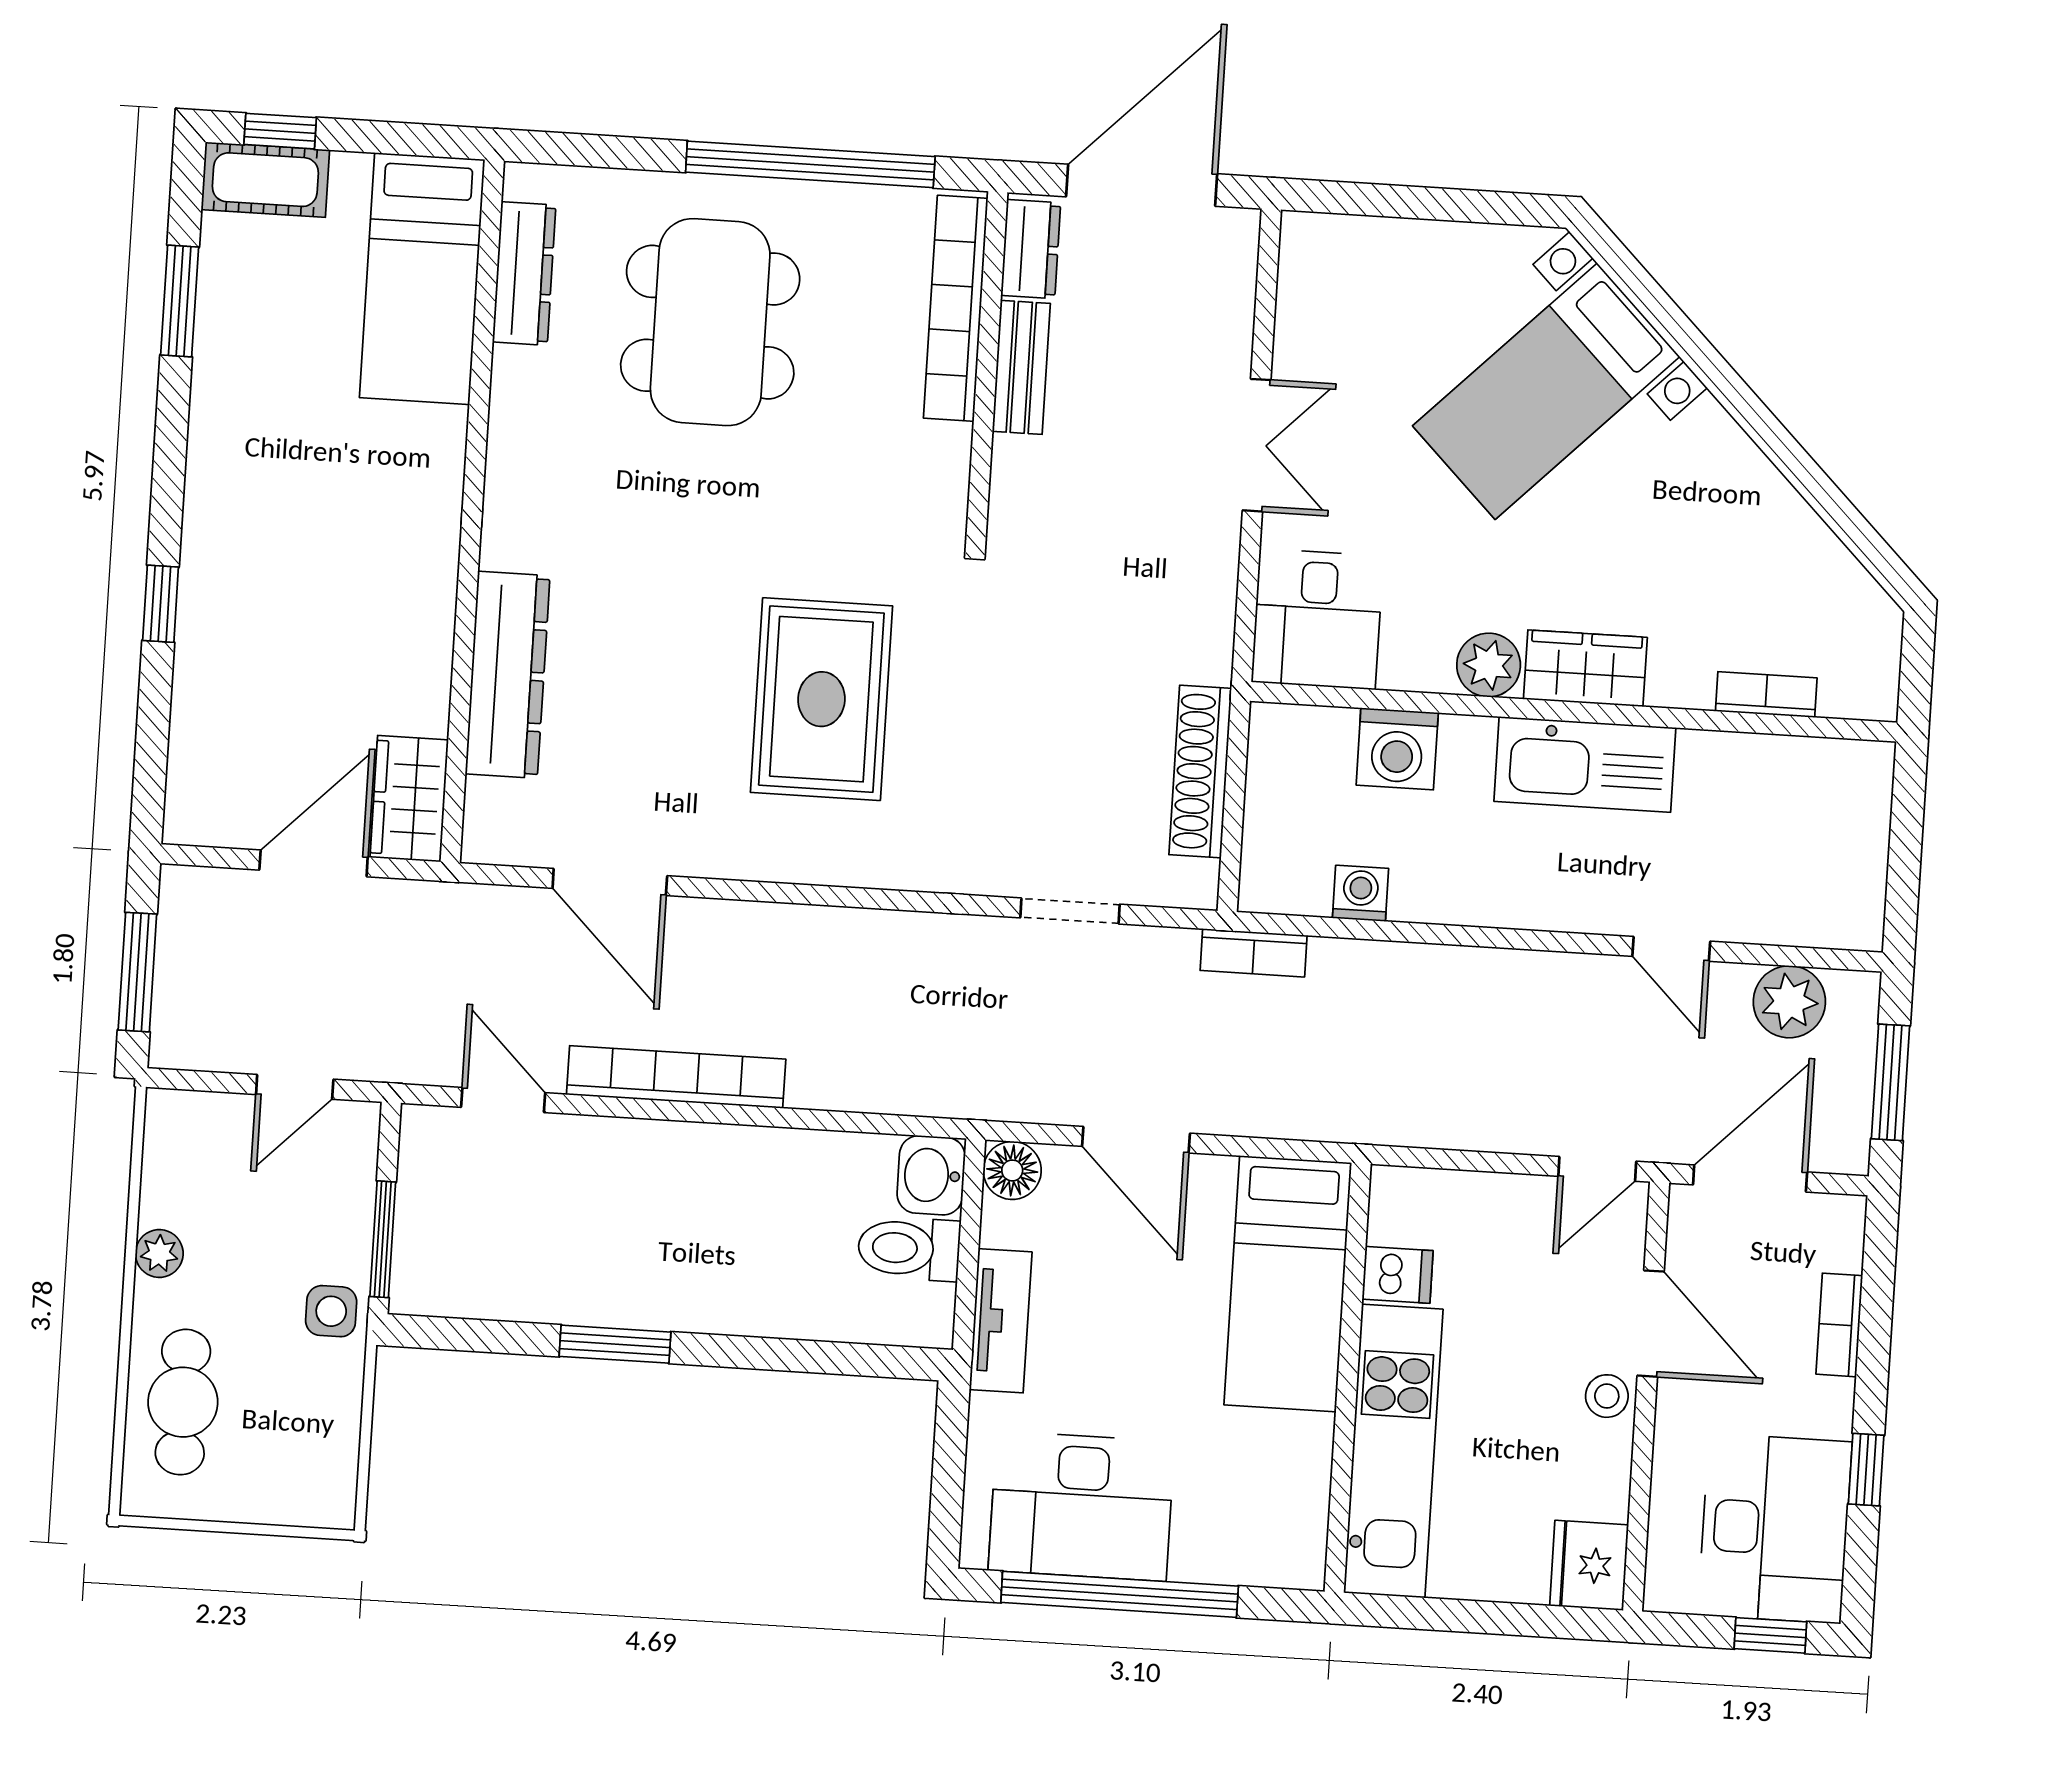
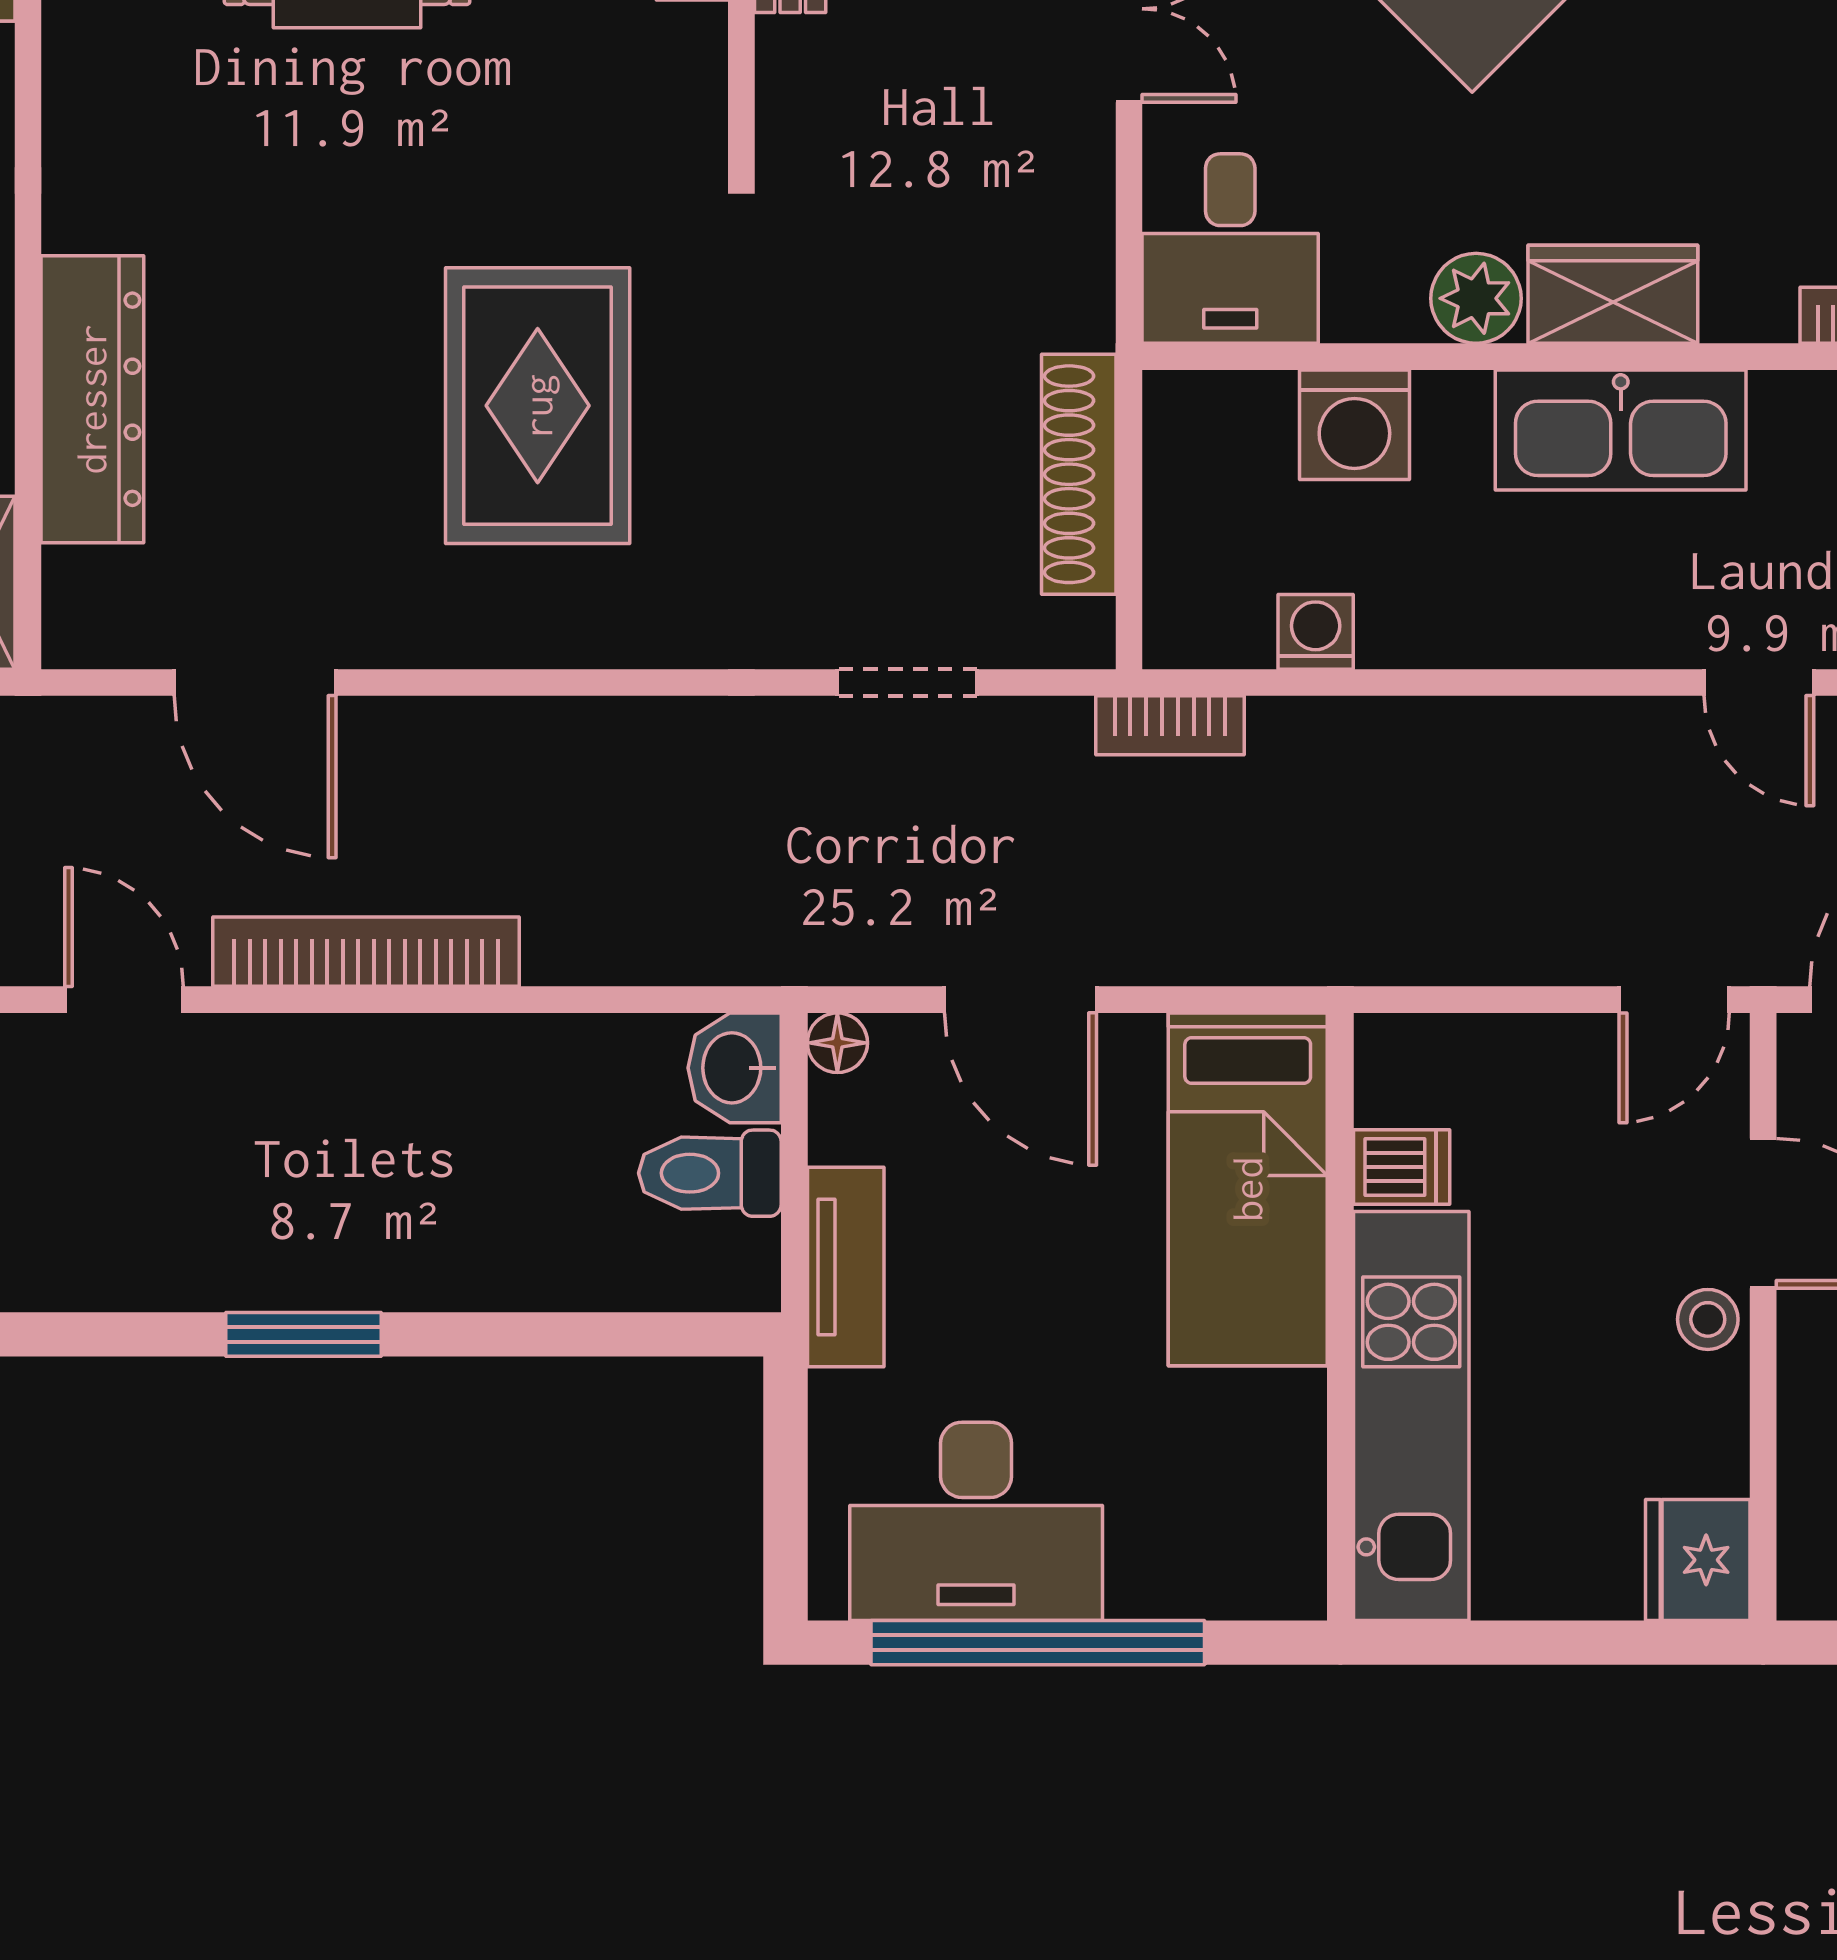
floor lamp: (1012, 1170) -> (837, 1043), width x0.73, depth x0.73

